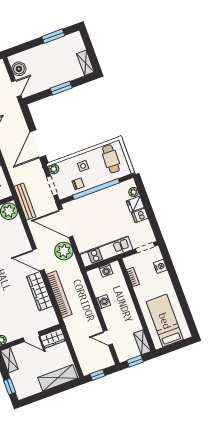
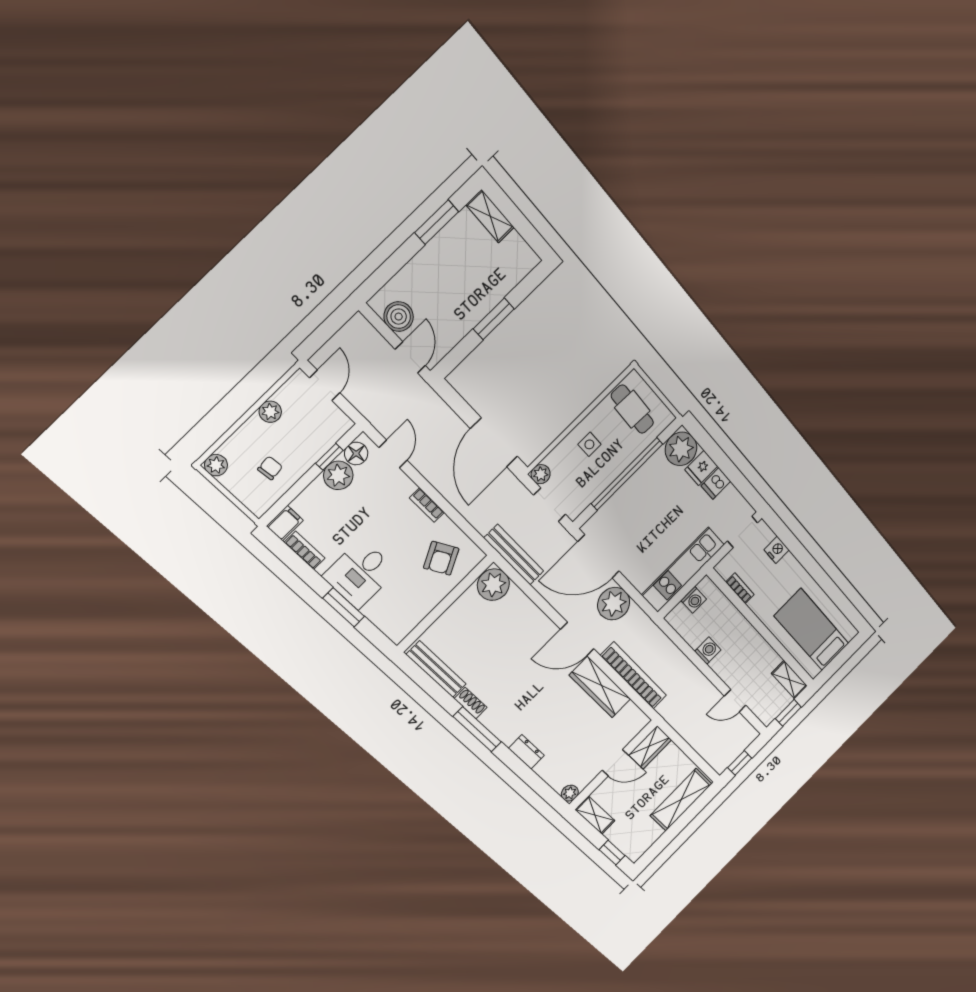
shelving: (85, 63) -> (490, 216), moved
chair: (78, 184) -> (593, 480), removed
plant: (134, 192) -> (681, 449), width x1.88, depth x1.88

